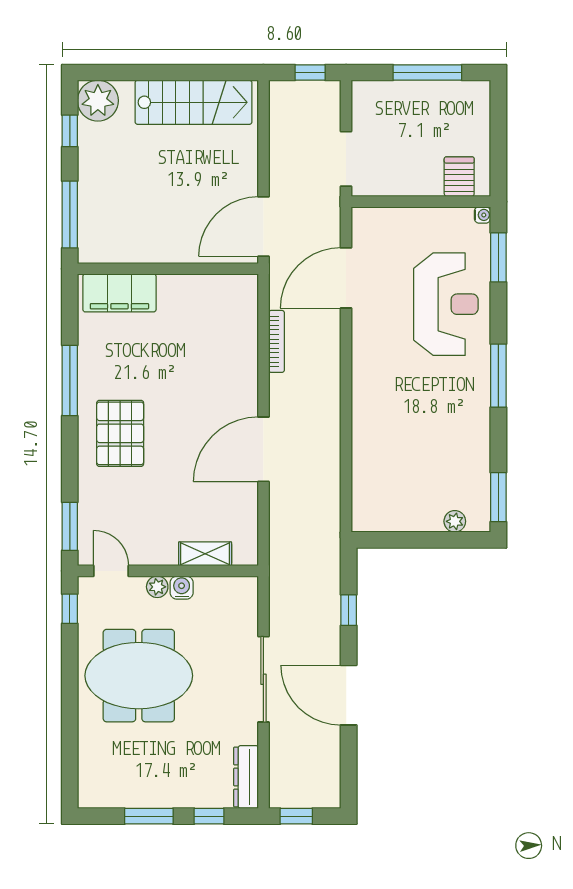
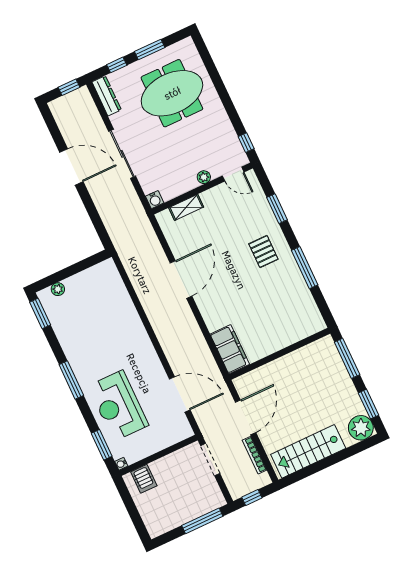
window: (427, 73) -> (202, 521), moved
window: (70, 131) -> (368, 404), width x1.50
door: (263, 227) -> (246, 417), moved
door: (346, 278) -> (180, 394), hinge flipped
filing cabinet: (119, 293) -> (230, 349), moved, turned 90
bookcase: (277, 341) -> (254, 455), moved
pallet: (120, 433) -> (263, 252), width x0.67, depth x0.71
window: (70, 526) -> (277, 209), moved
water cooler: (182, 588) -> (155, 200), moved
window: (349, 610) -> (93, 213), removed
meeting table: (139, 676) -> (172, 93), moved

